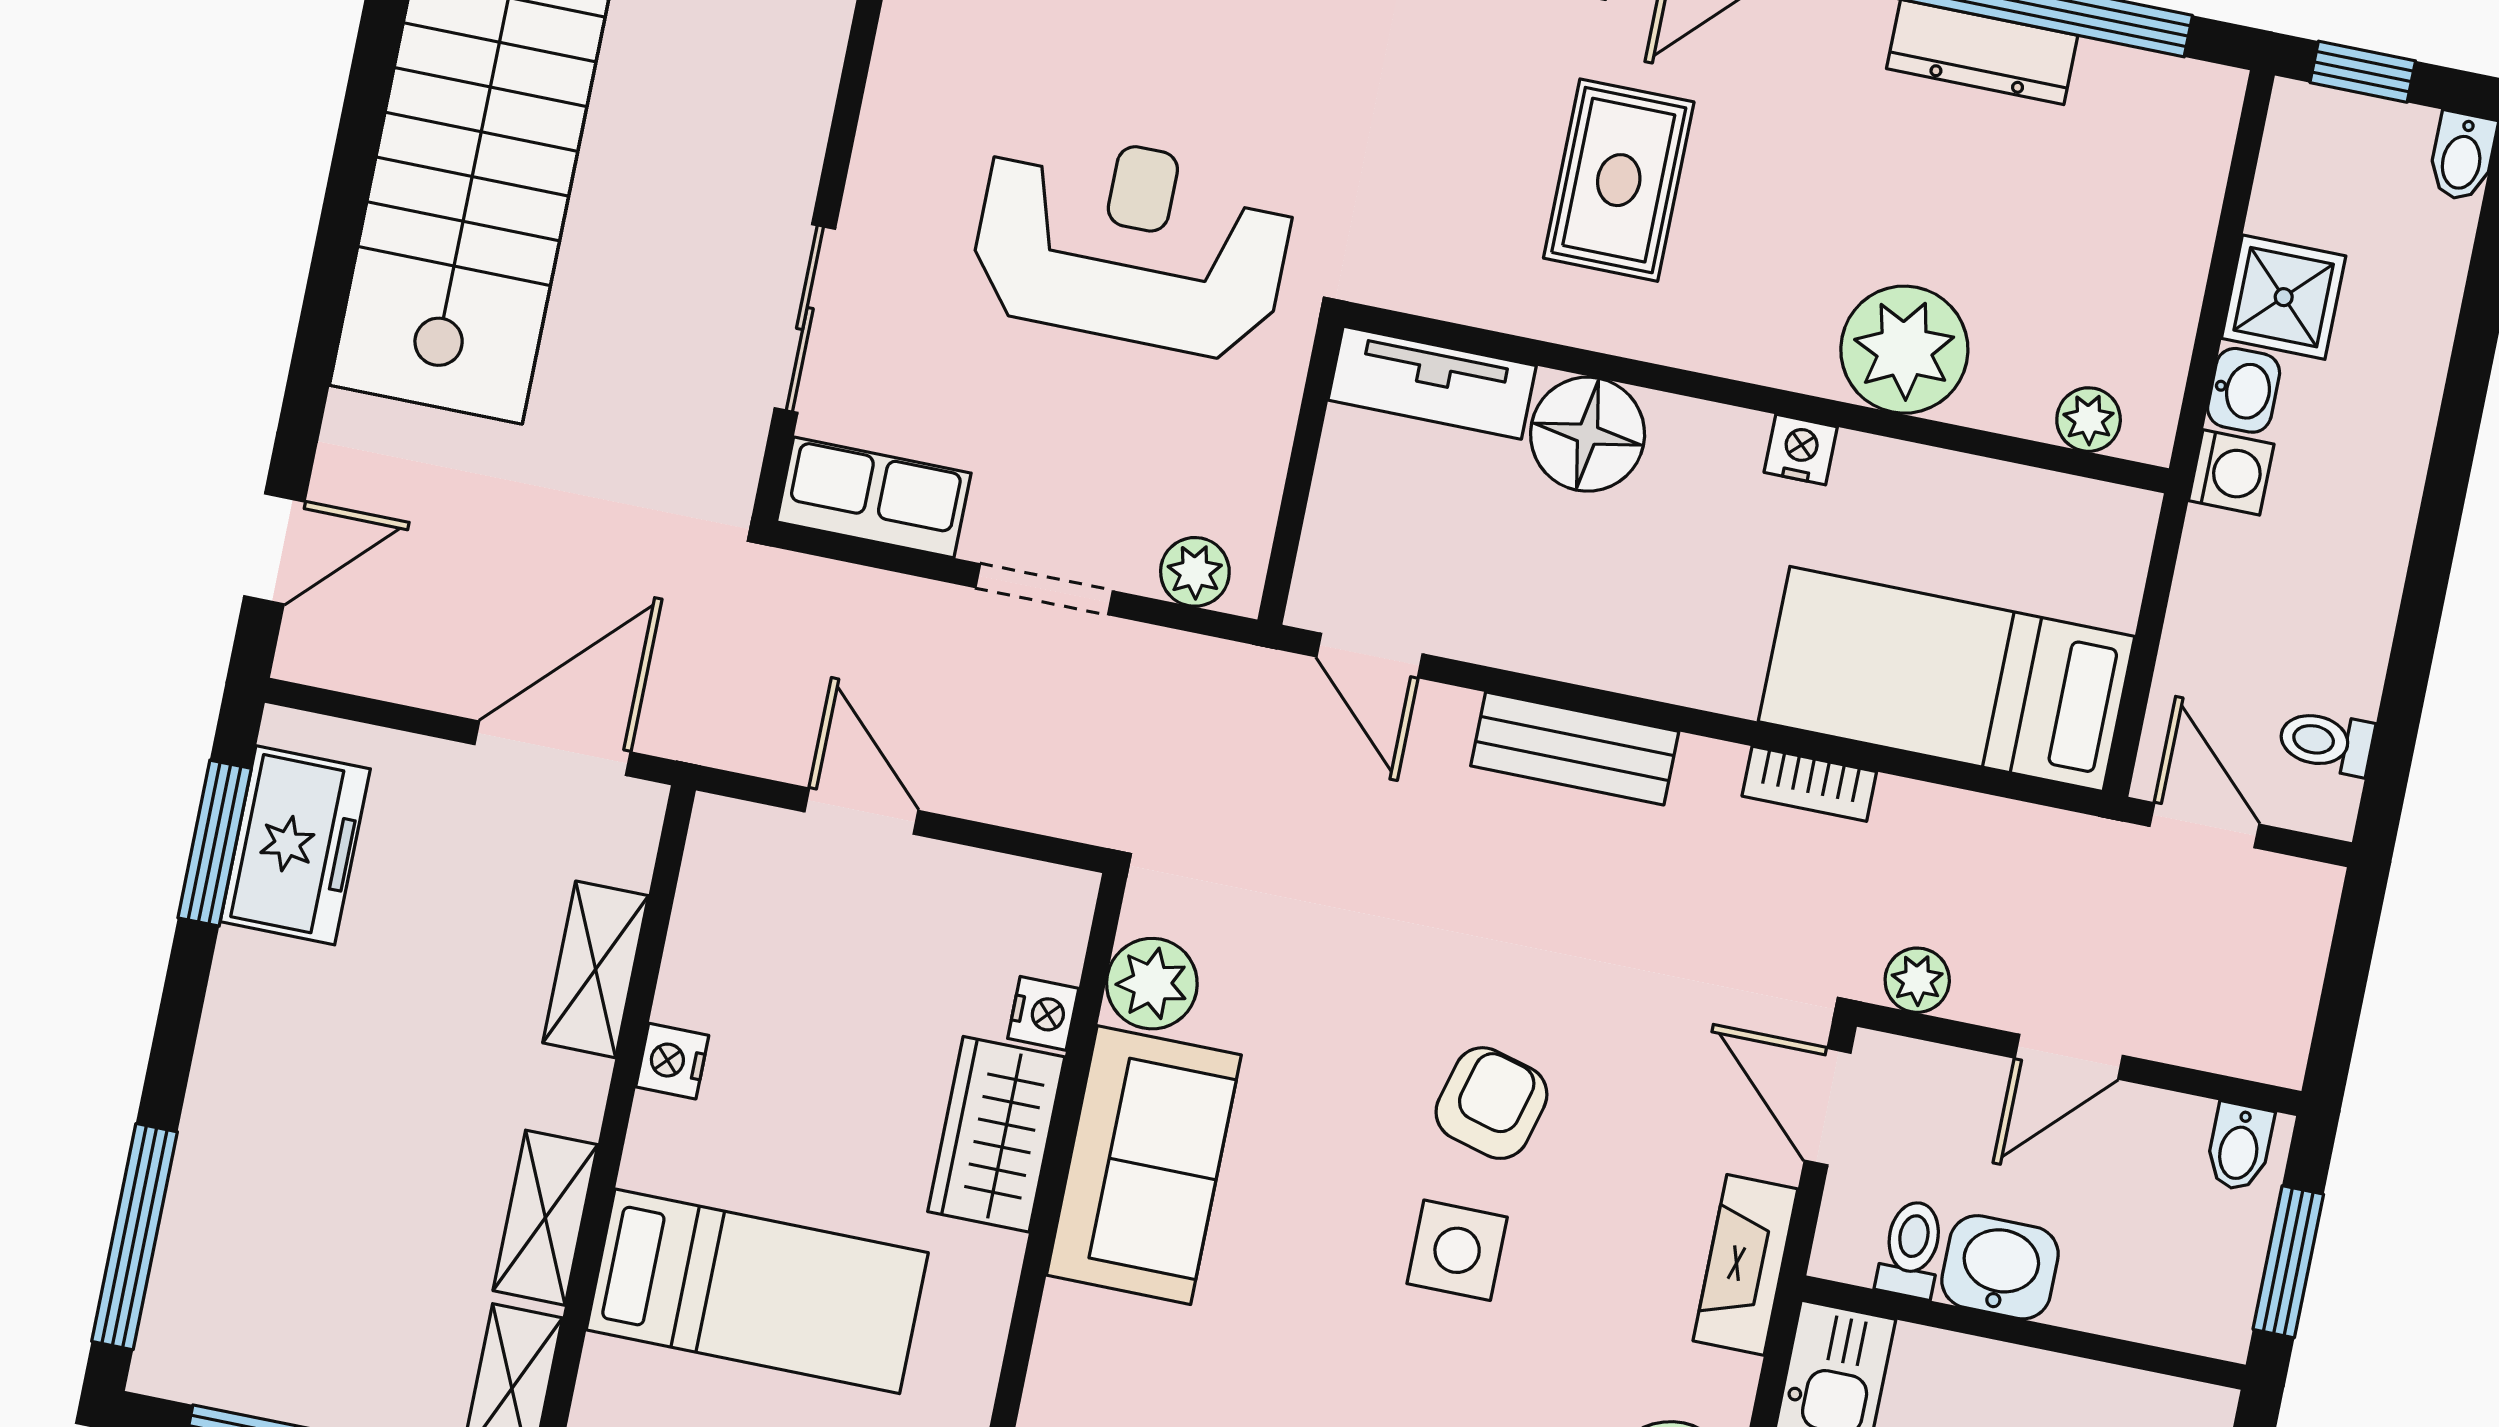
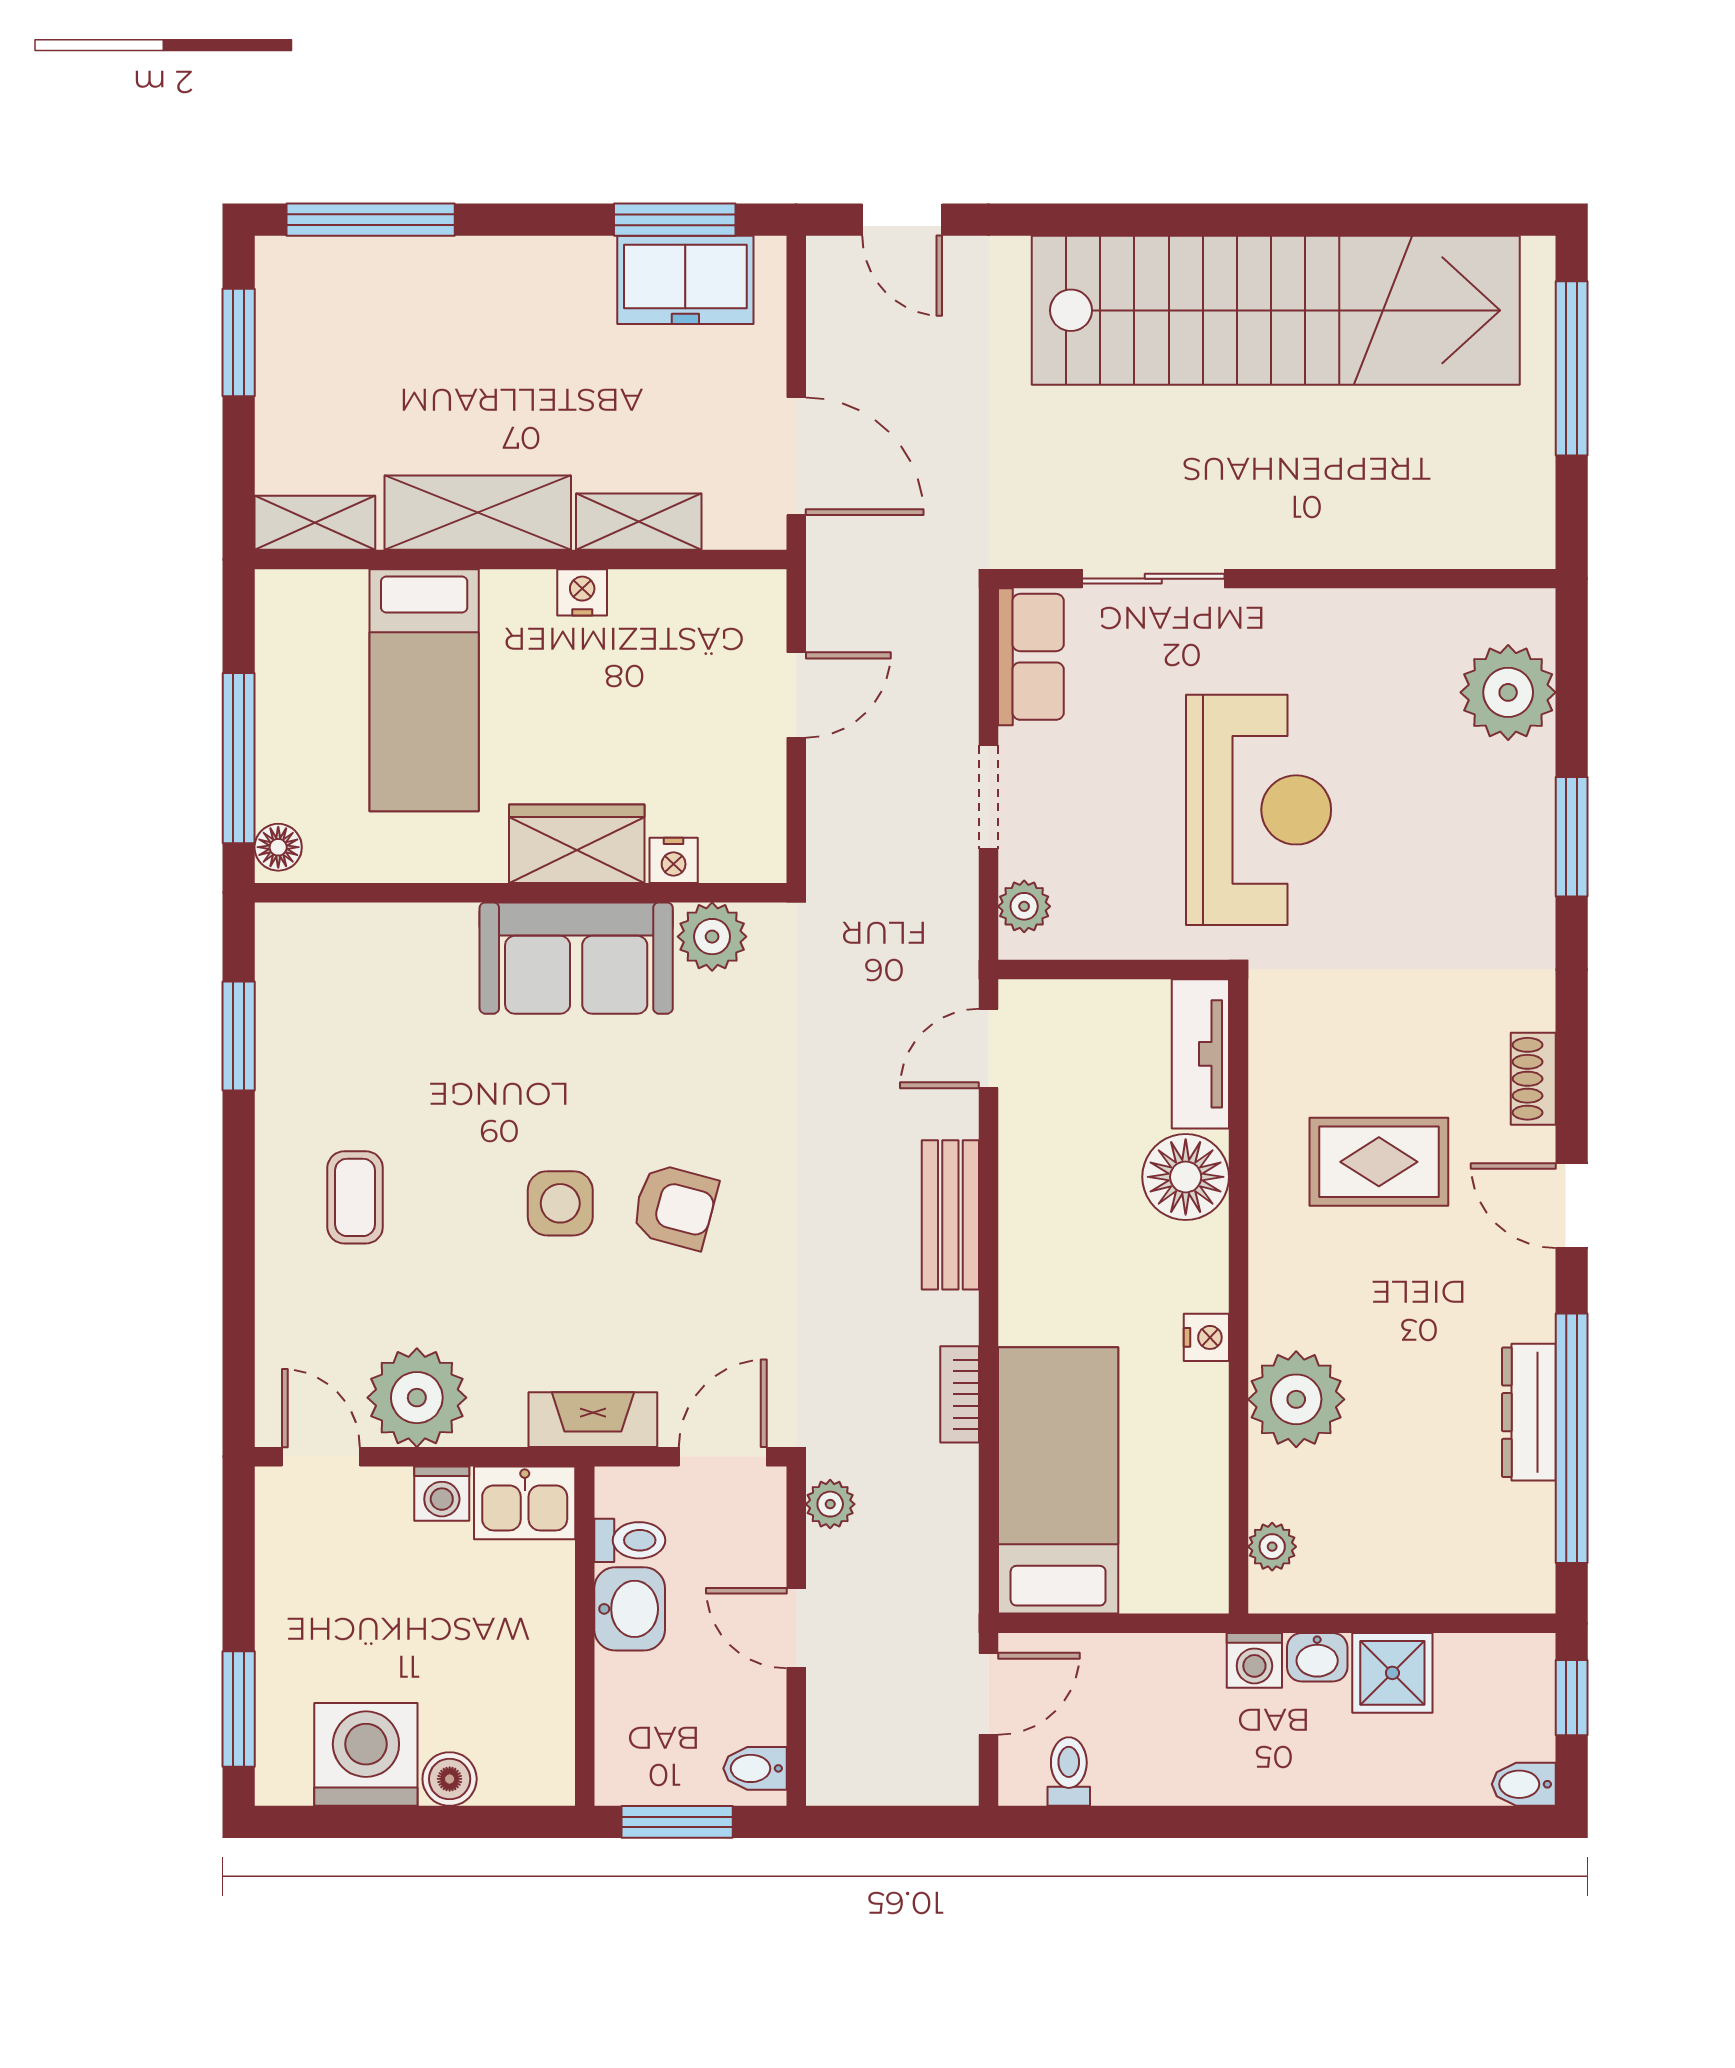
shelving: (545, 1218) -> (478, 513), width x1.50, depth x1.33

